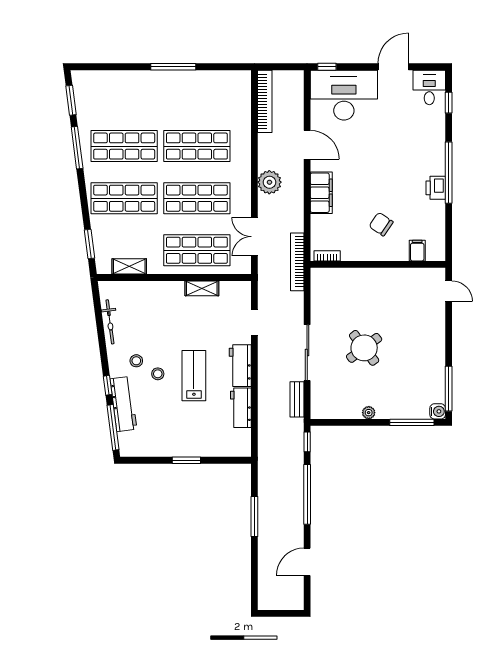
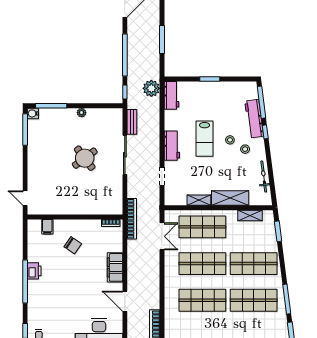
plant: (269, 182) -> (151, 88), moved
shelving: (158, 291) -> (230, 198), added
workbench: (241, 408) -> (171, 95), moved

